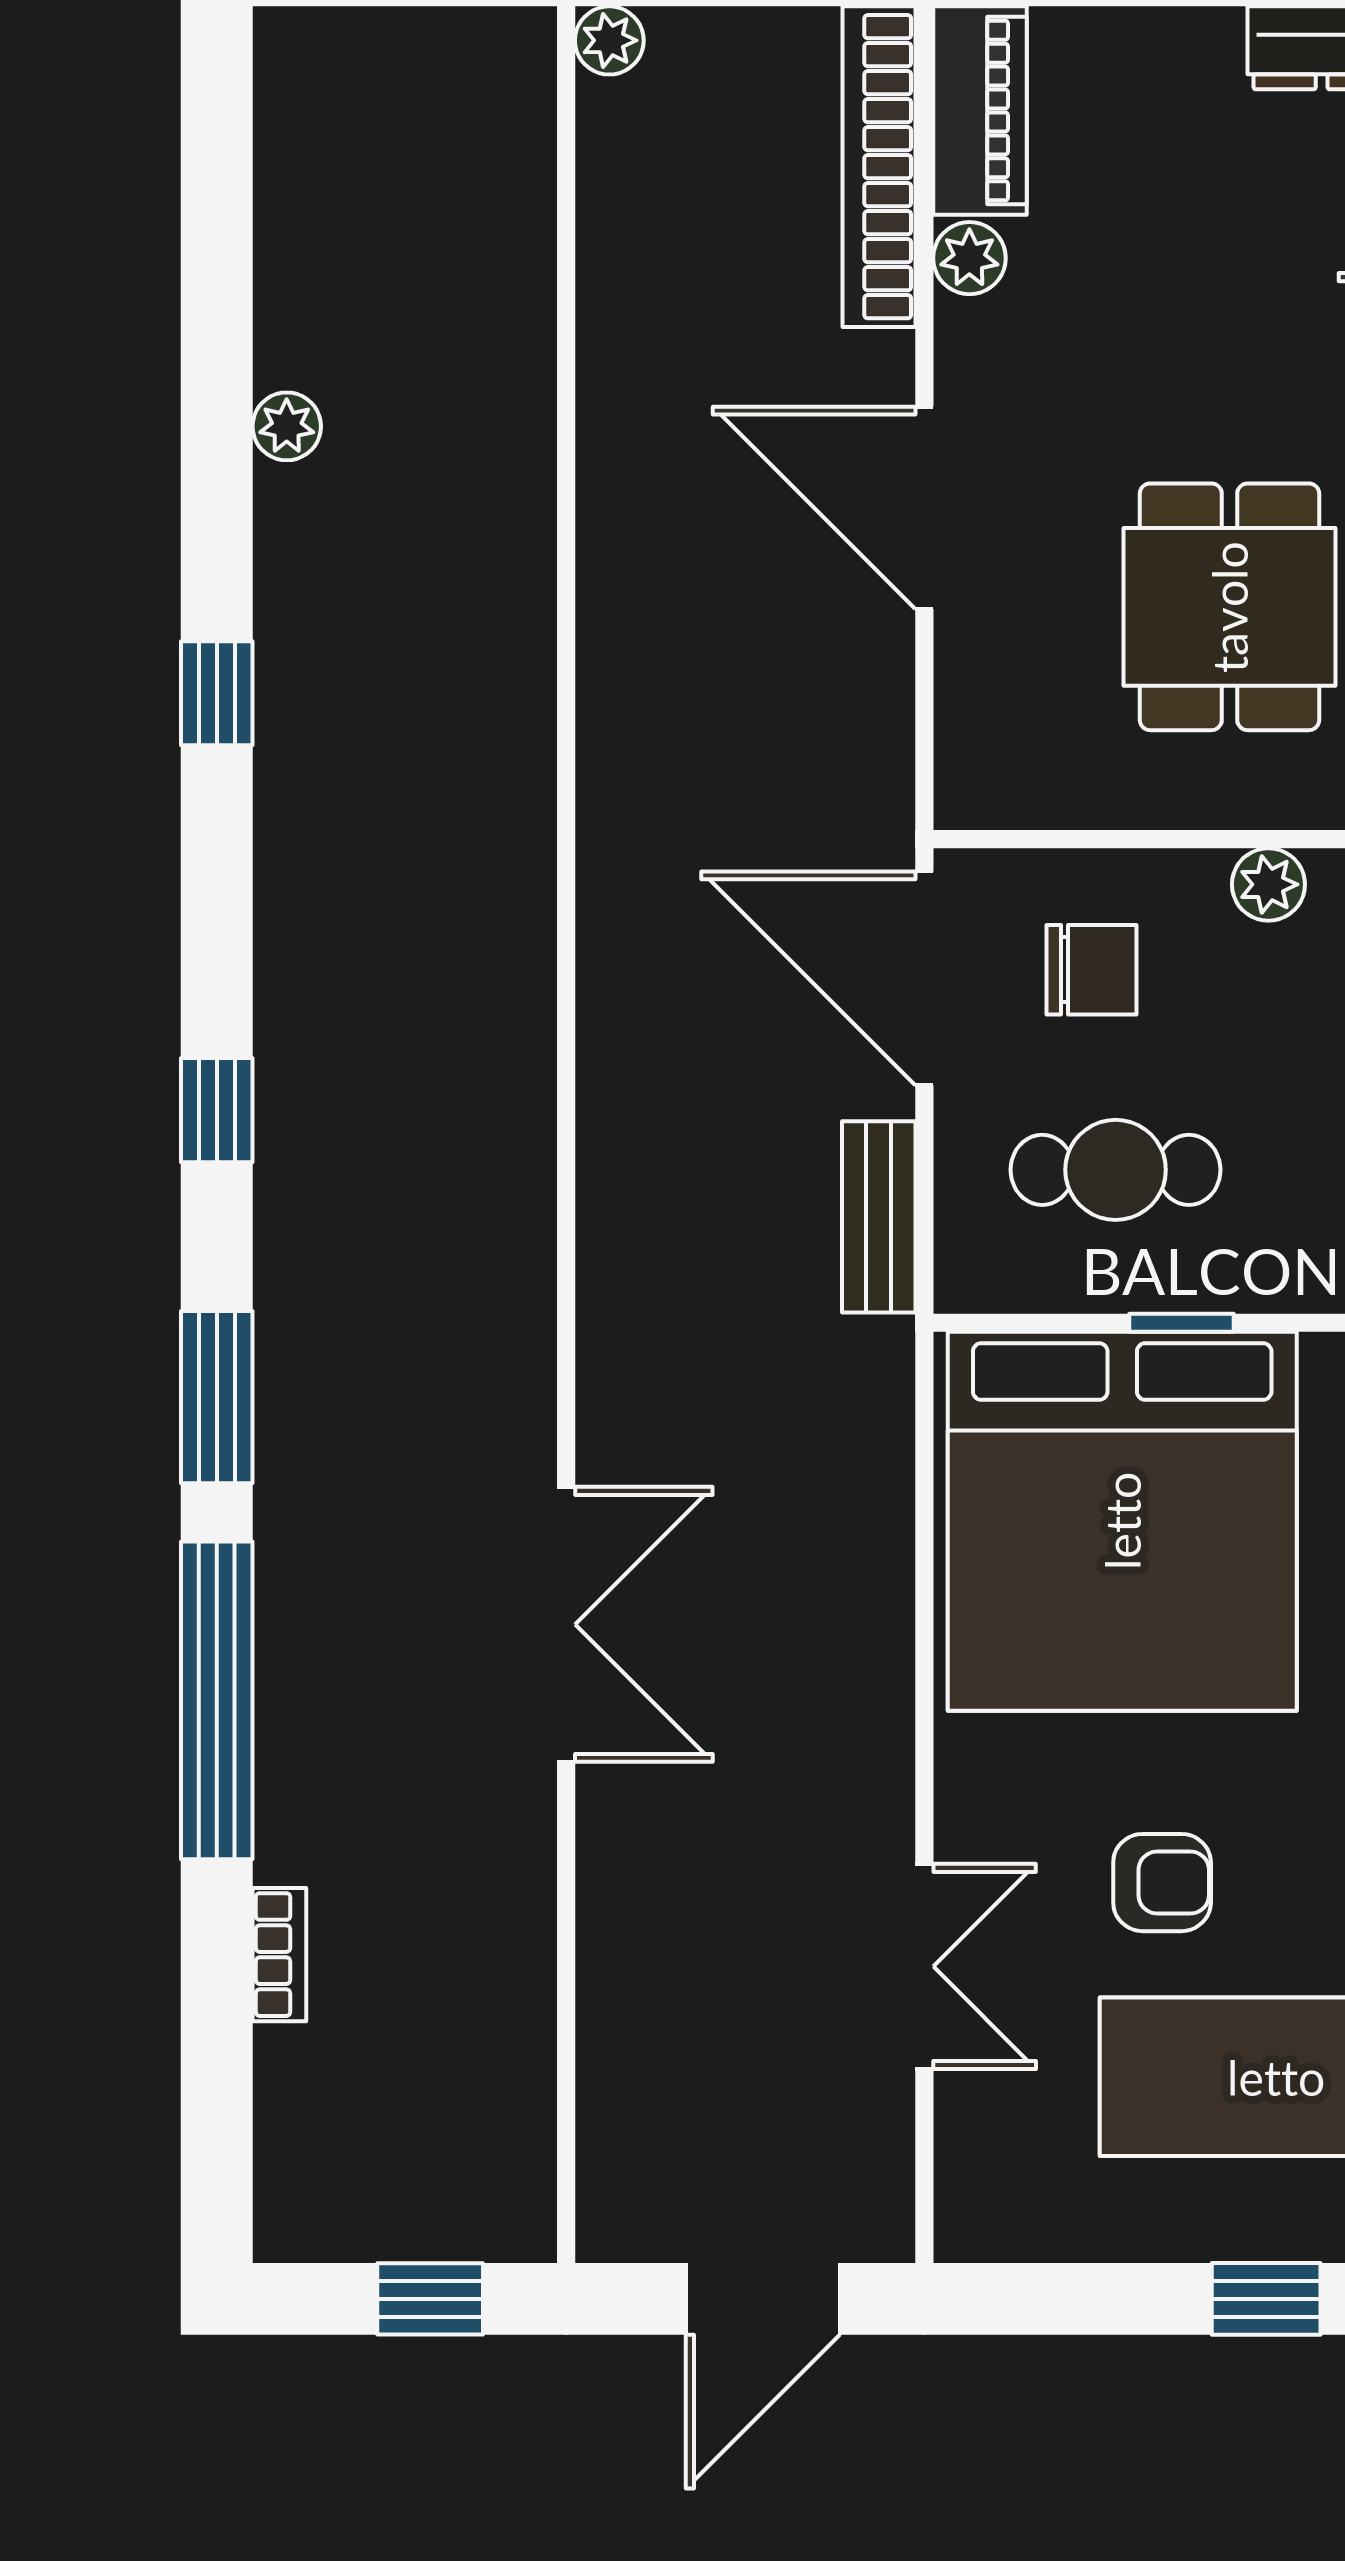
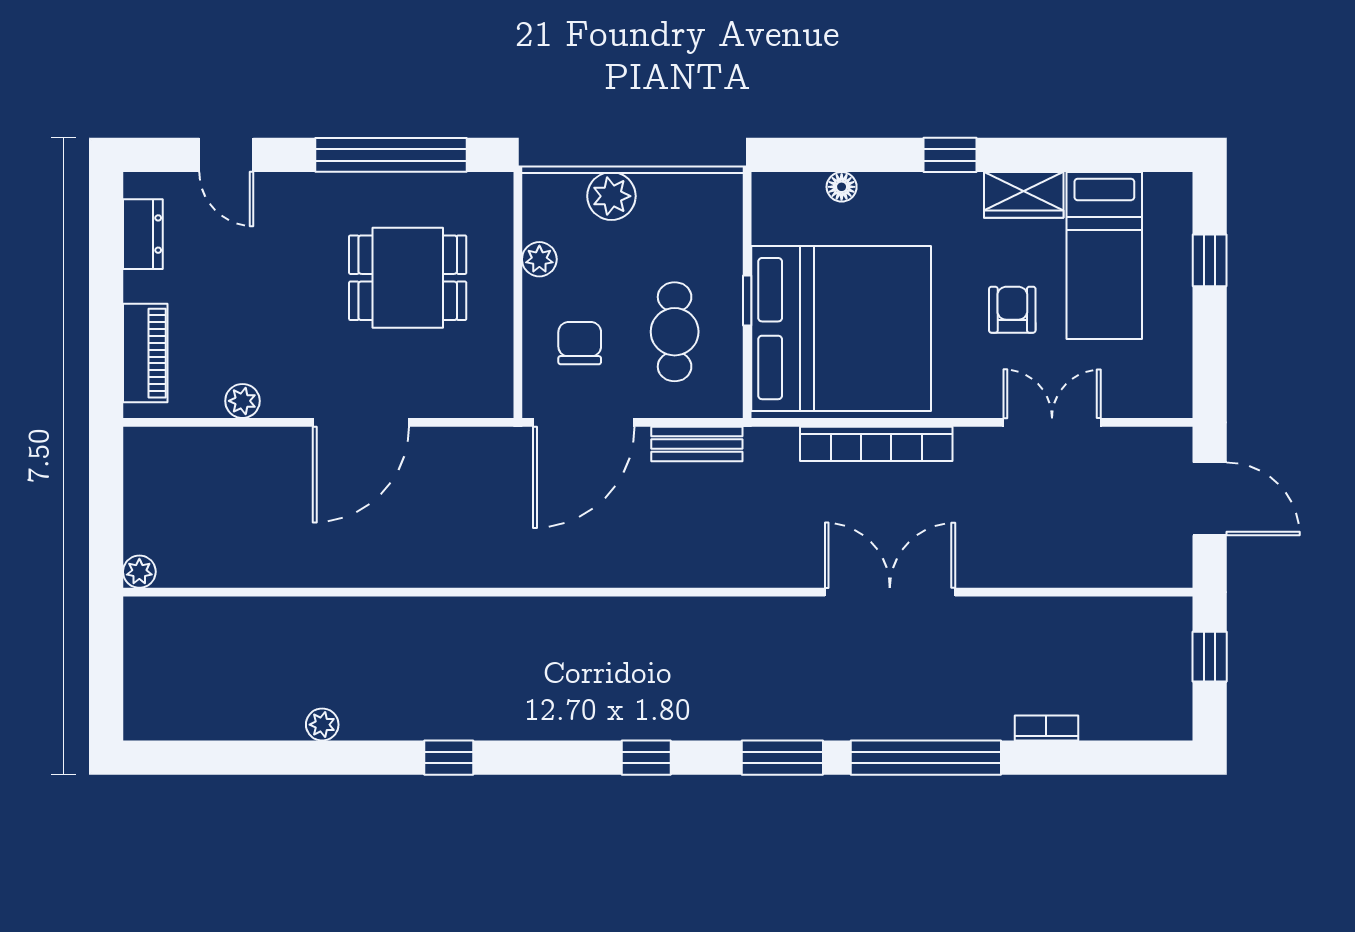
piano: (980, 110) -> (145, 353), moved, turned 90
bookcase: (879, 167) -> (876, 444), moved

